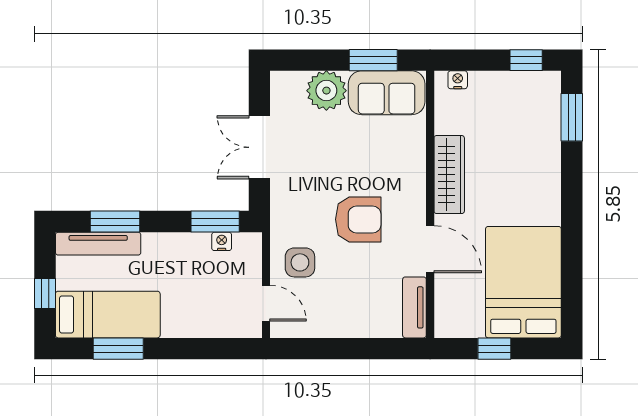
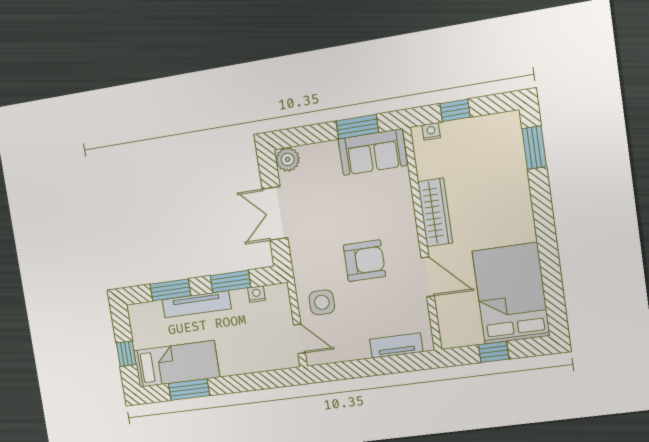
window: (526, 60) -> (455, 110), moved
plant: (326, 91) -> (288, 159), moved, width x0.73, depth x0.73
window: (215, 222) -> (230, 281), moved
tv unit: (98, 244) -> (197, 304), moved
tv unit: (414, 307) -> (396, 346), moved, turned 90

